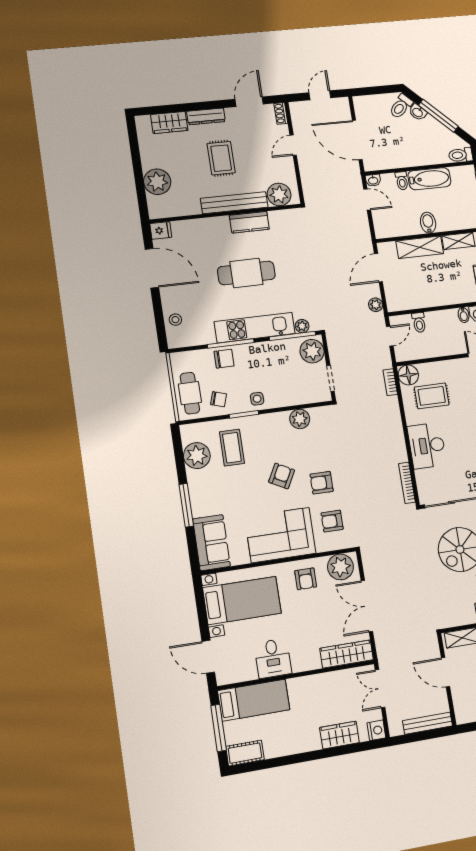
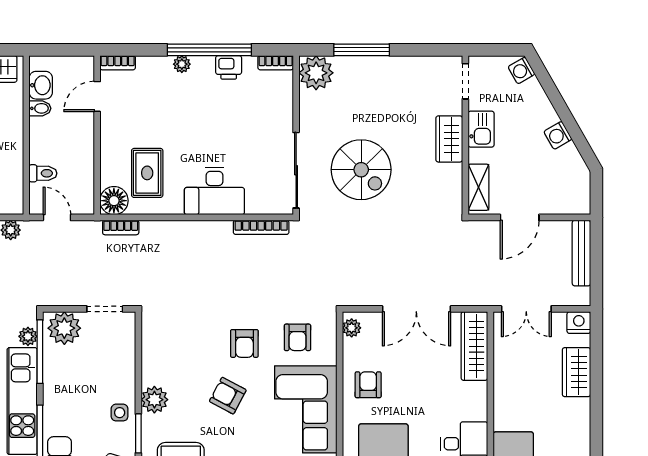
plant: (300, 419) -> (154, 400), moved
plant: (340, 567) -> (352, 328), width x0.53, depth x0.53
armchair: (306, 579) -> (368, 385), turned -90

